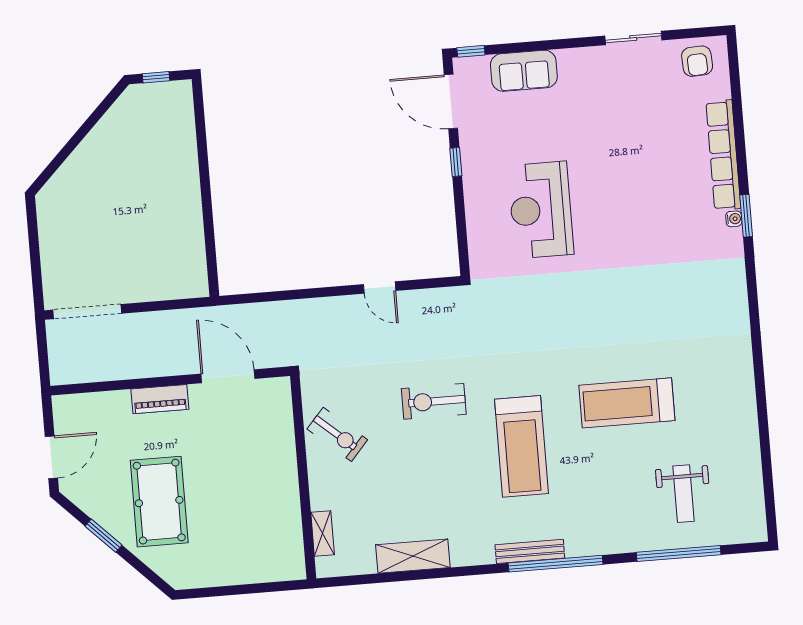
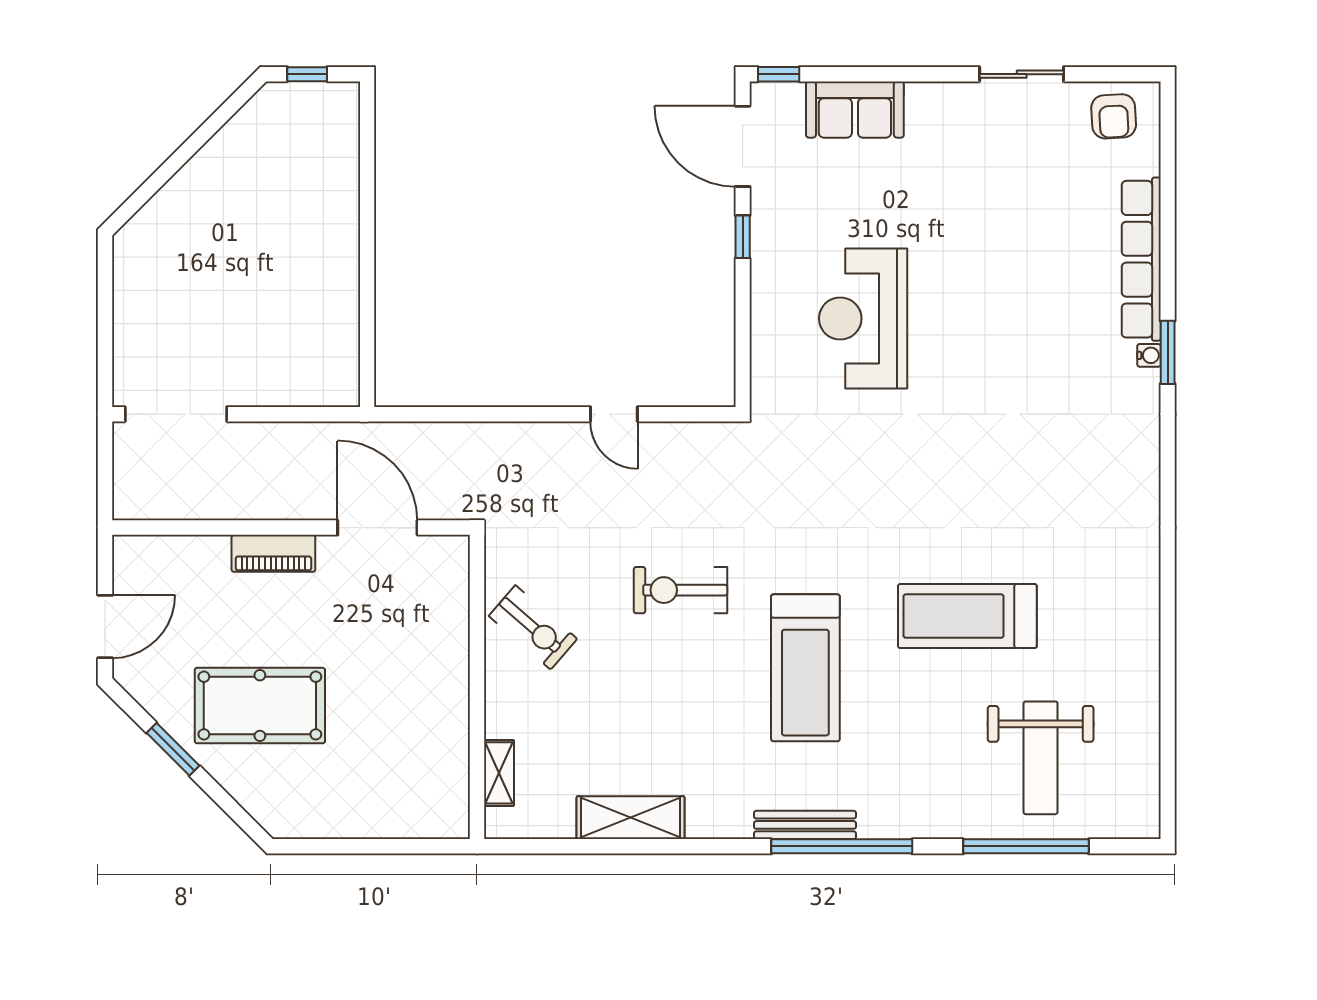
weight bench: (684, 494) -> (1041, 758), width x1.36, depth x1.33
pool table: (159, 502) -> (260, 706), turned 90

